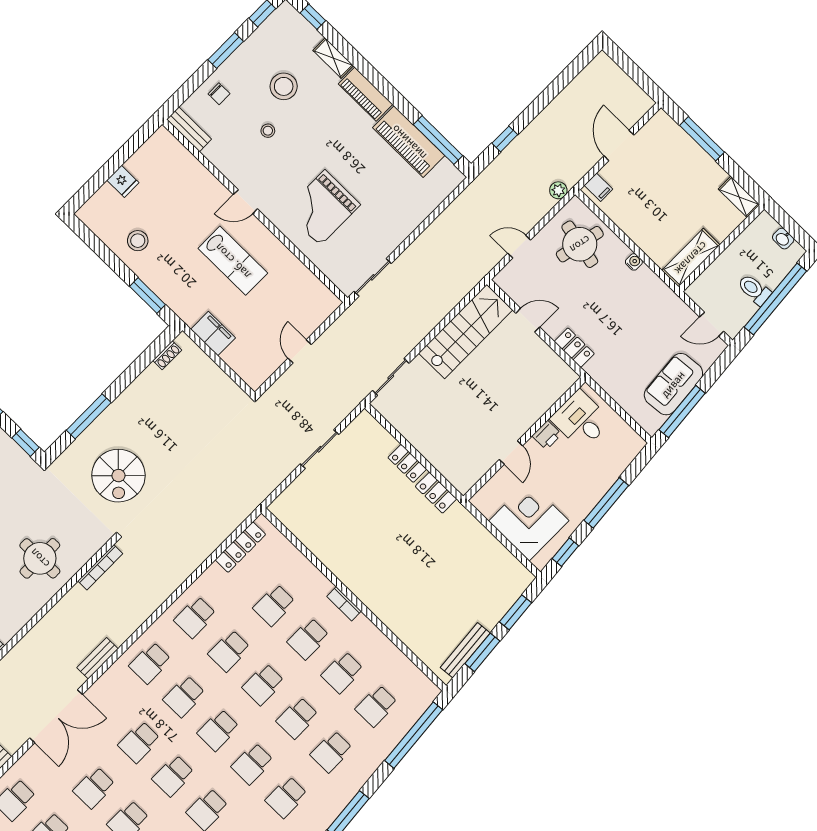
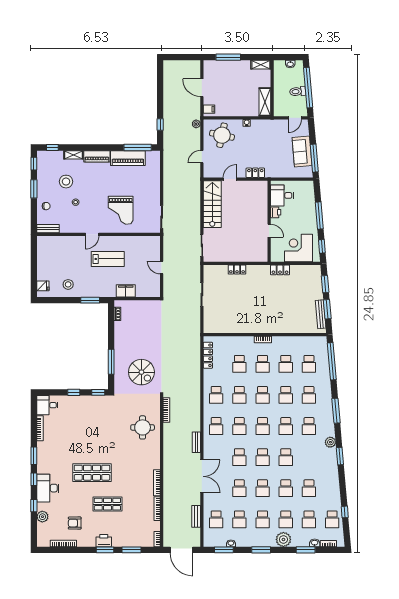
fridge: (123, 181) -> (43, 286), moved
locker: (436, 493) -> (280, 270), moved

